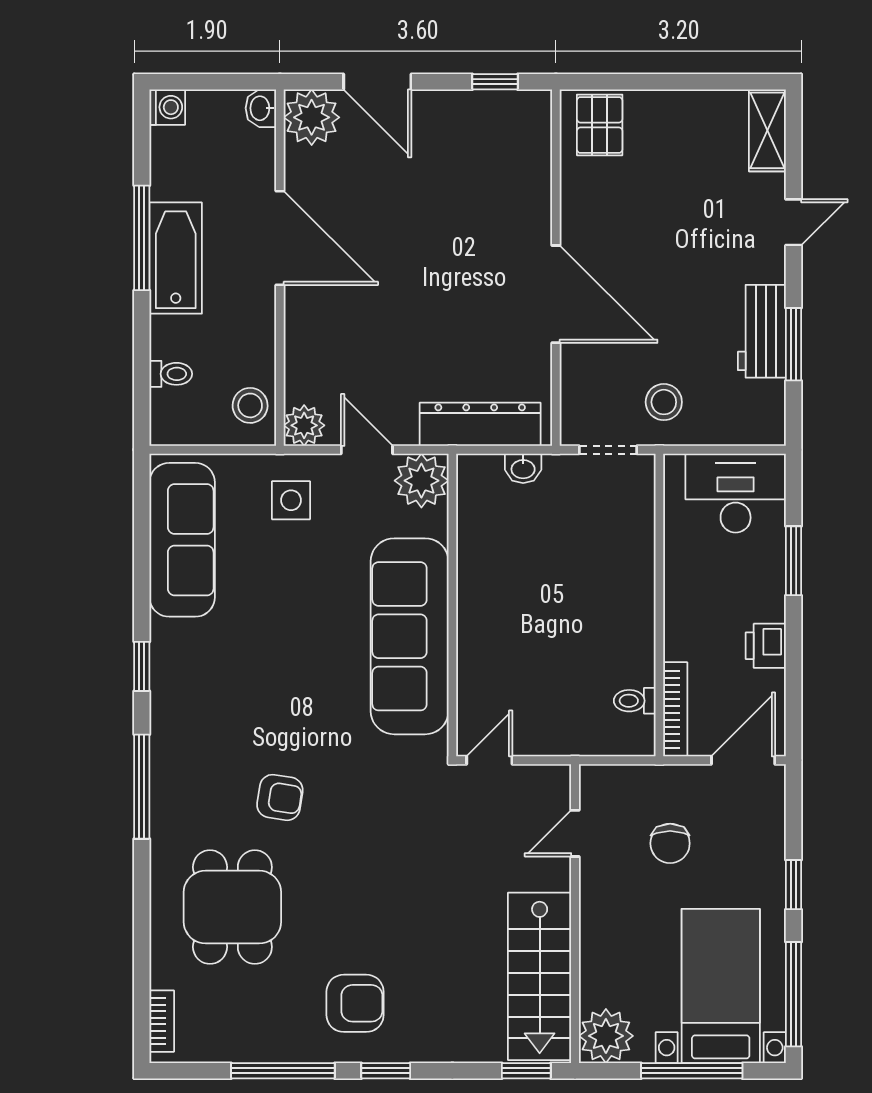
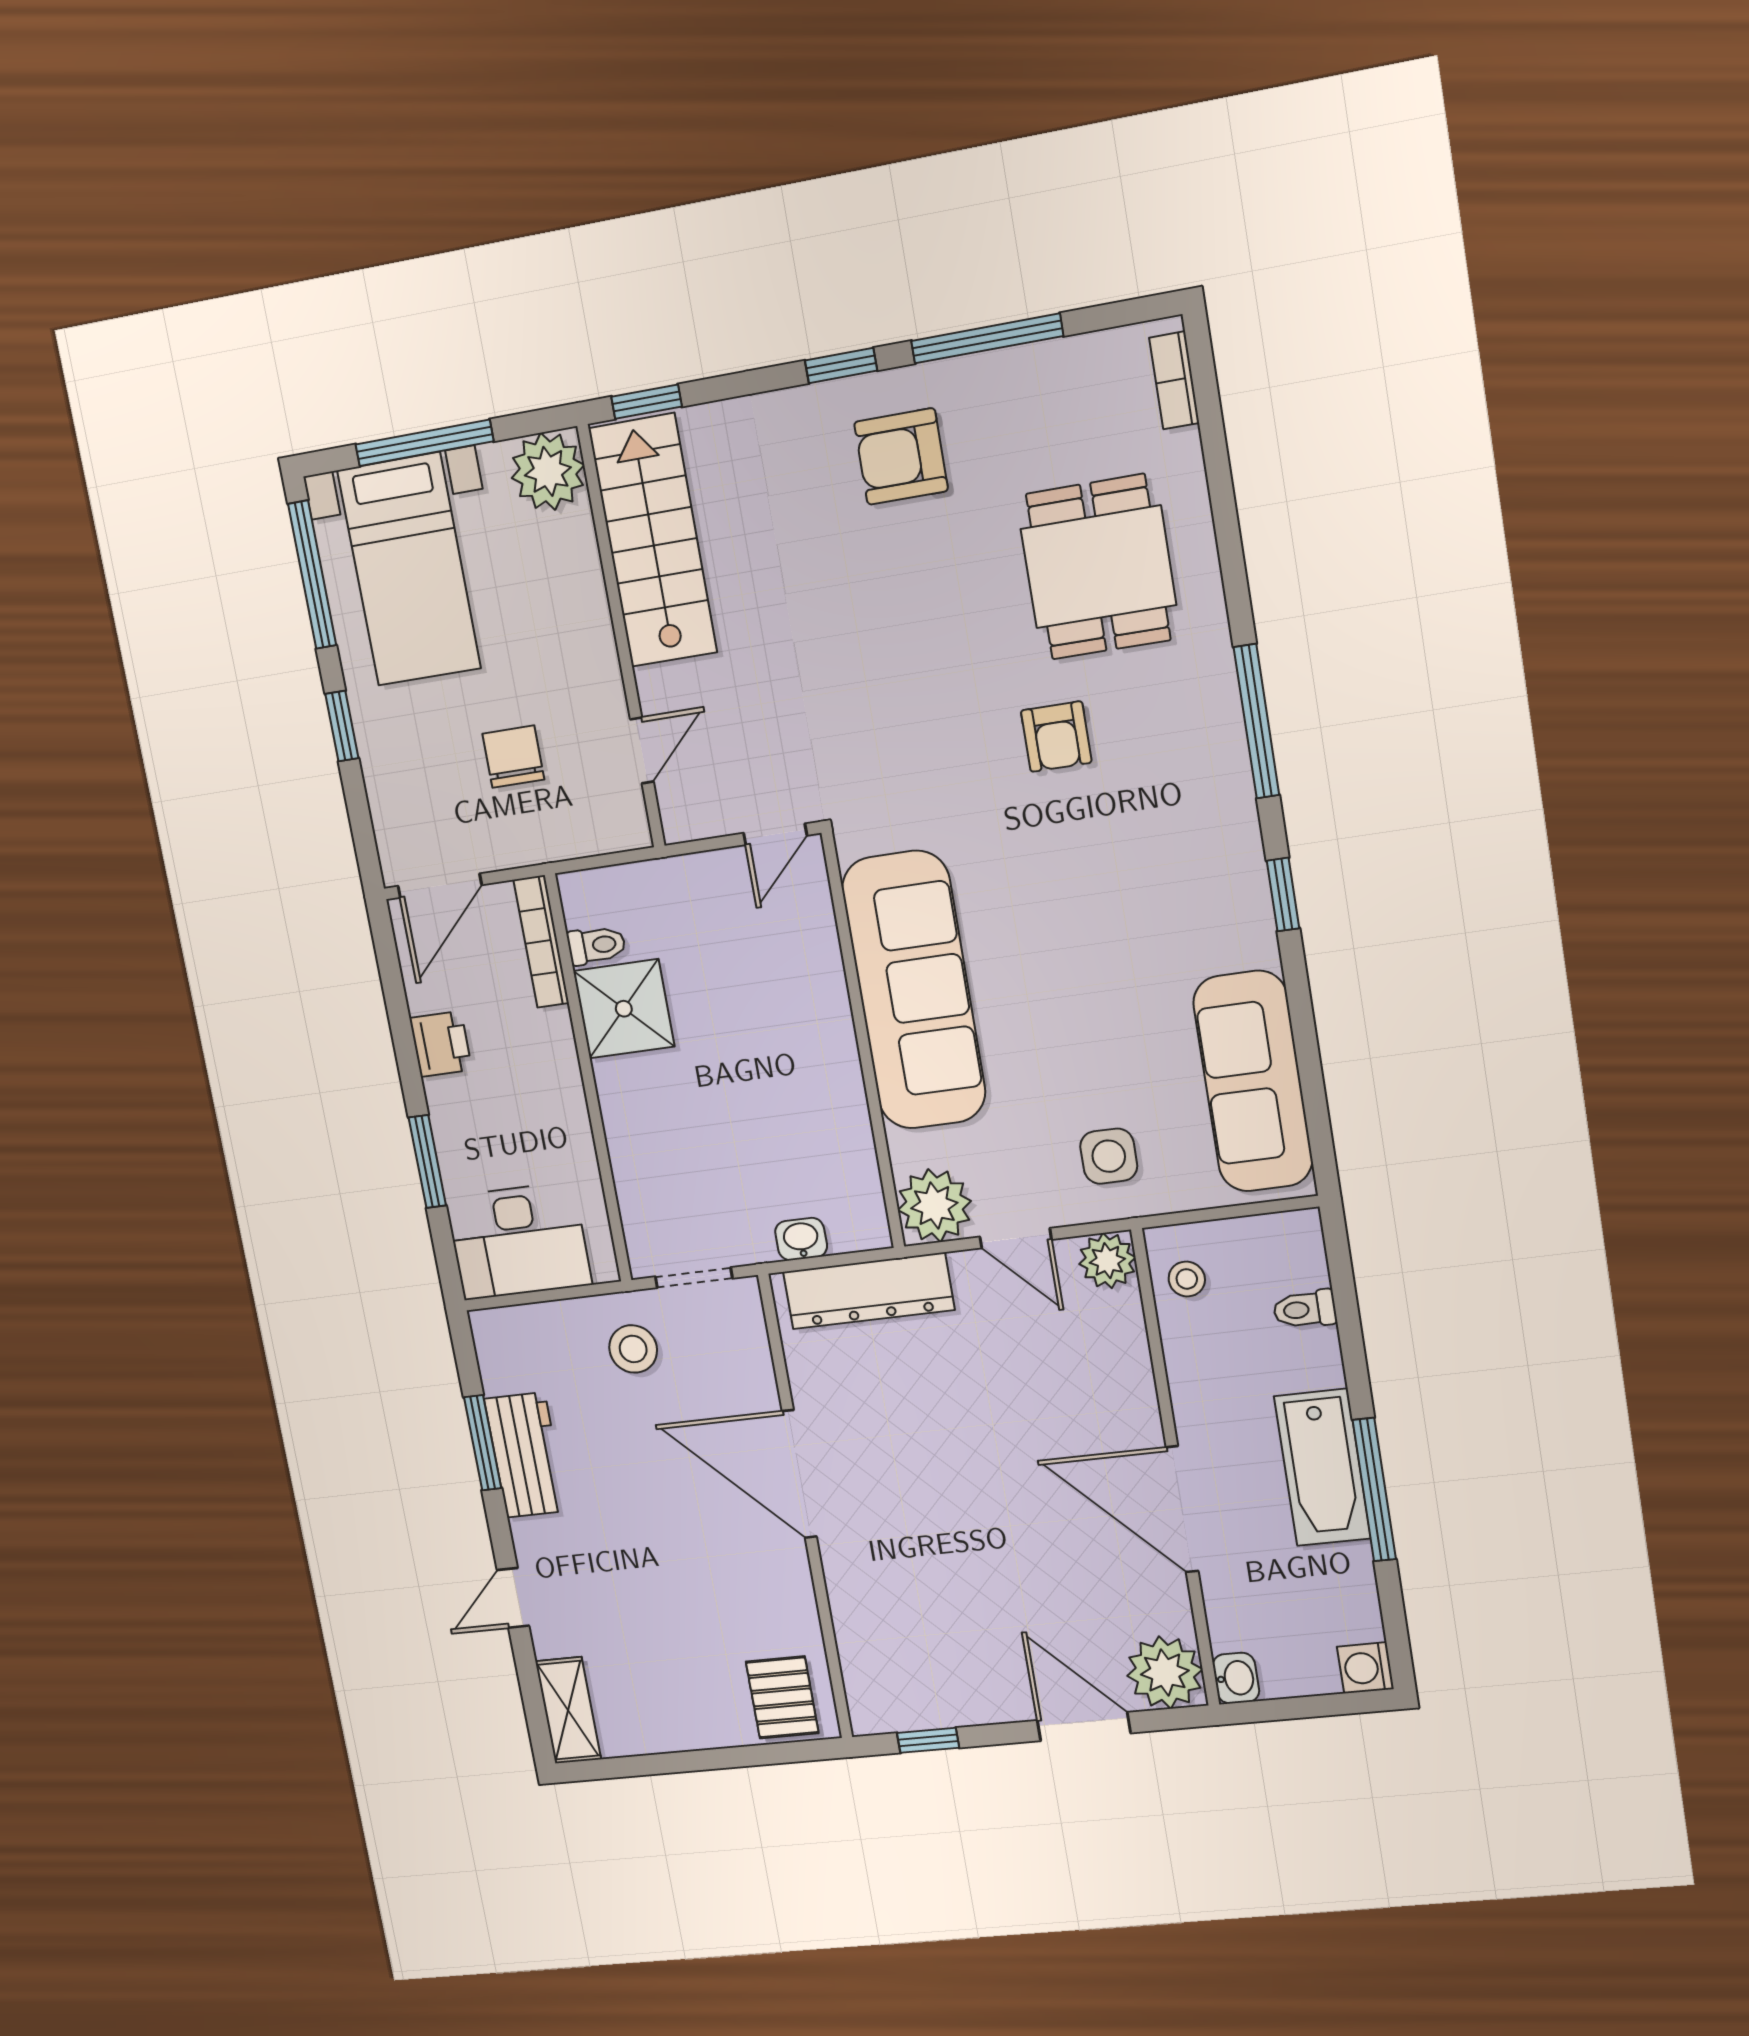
stool: (250, 405) -> (1187, 1279), width x0.73, depth x0.73
shower: (623, 652) -> (624, 1009), added
armchair: (280, 797) -> (1056, 737), turned -99

